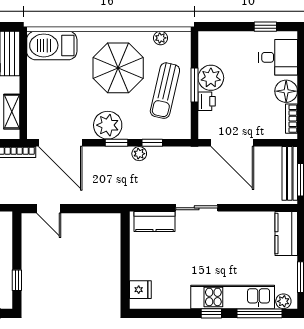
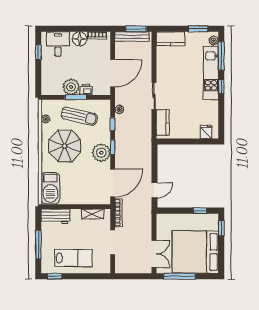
plant: (139, 154) -> (119, 109), moved

